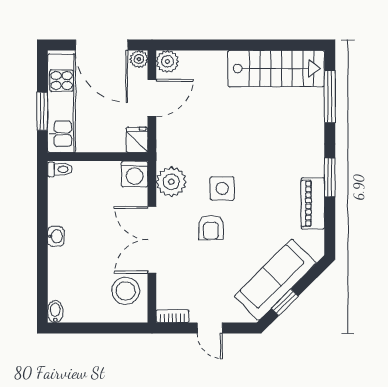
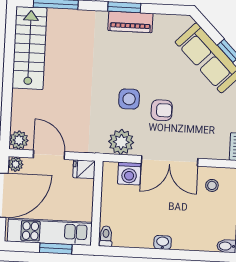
washing machine: (135, 174) -> (129, 174), moved, turned 90
piano: (313, 203) -> (130, 22), moved
stool: (126, 291) -> (212, 185), width x0.53, depth x0.53

